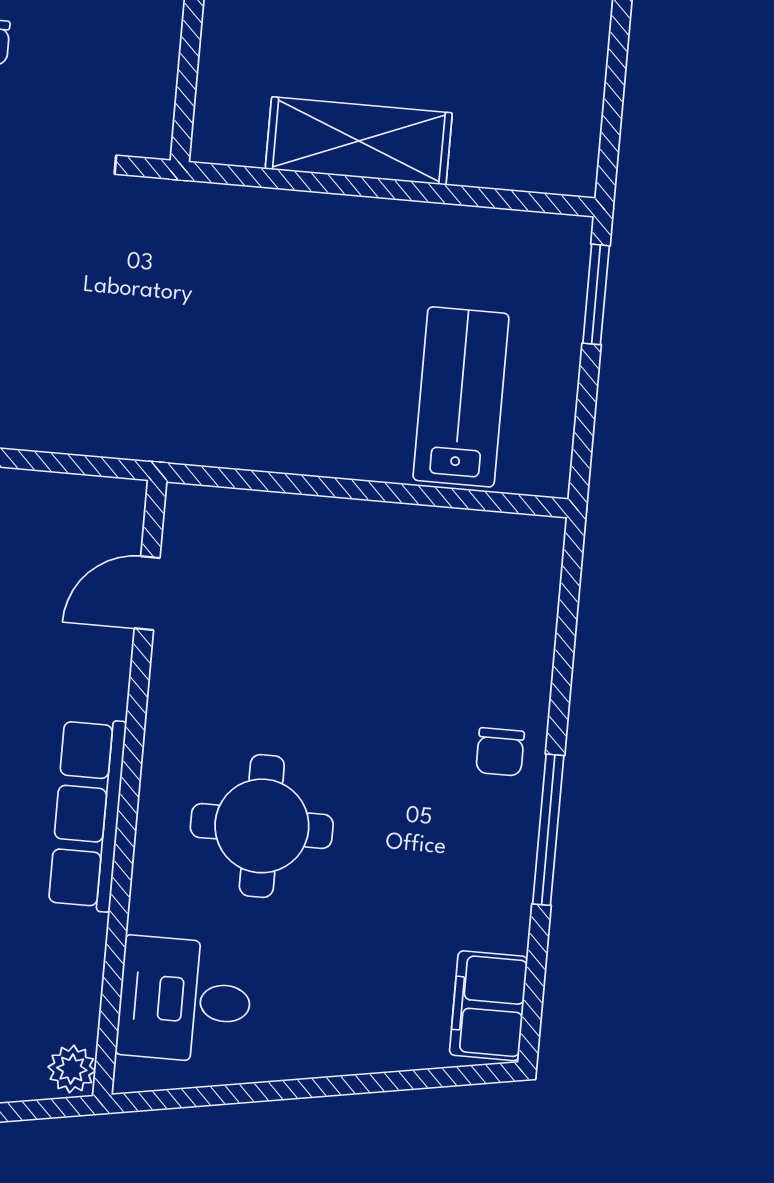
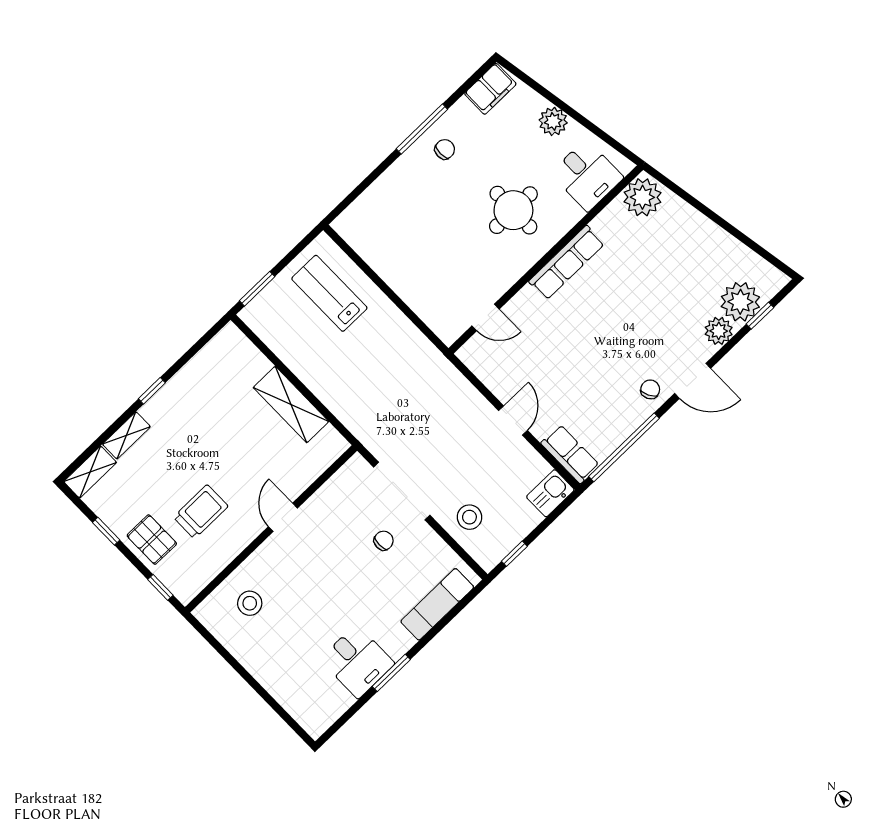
lab bench: (461, 397) -> (329, 293), turned 90
chair: (500, 752) -> (445, 149), moved
plant: (327, 1044) -> (553, 121), added
plant: (72, 1069) -> (642, 197), width x1.87, depth x1.87

